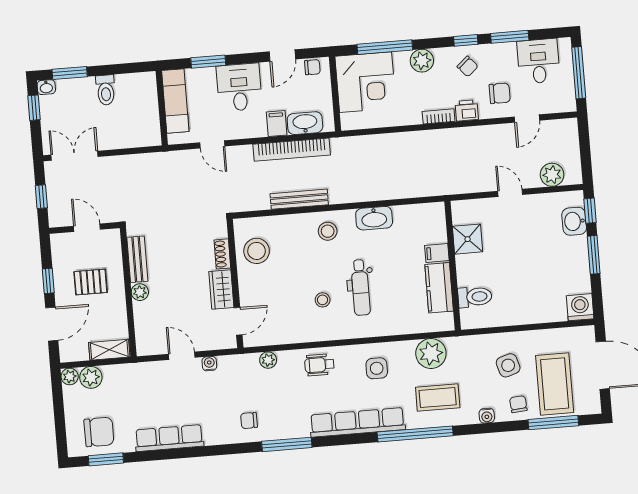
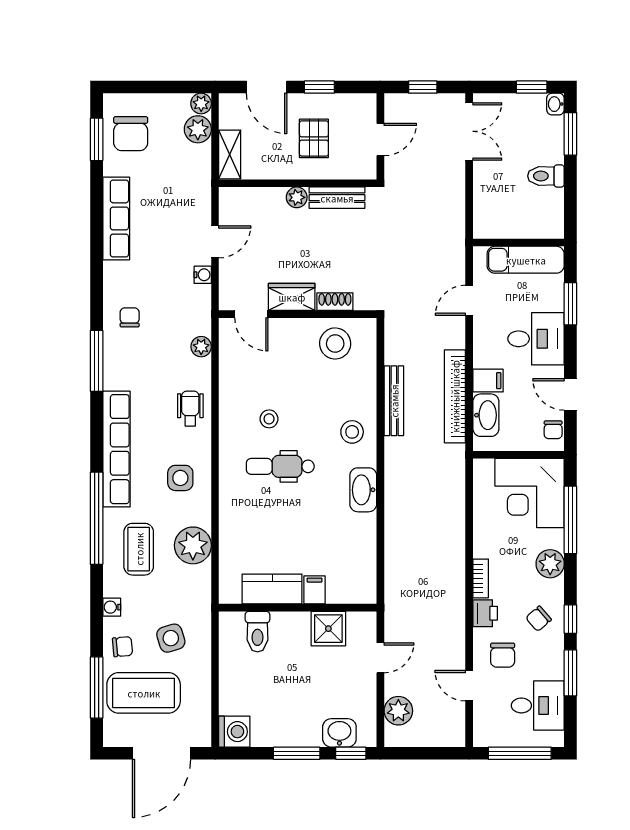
shower: (468, 239) -> (328, 629), moved
filing cabinet: (437, 253) -> (315, 590), moved
wall: (453, 266) -> (298, 608), moved
kitchen counter: (439, 288) -> (272, 589), moved
toilet: (475, 297) -> (257, 632), moved

